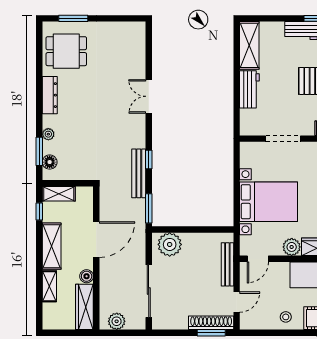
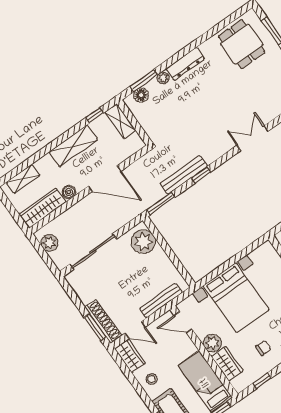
dresser: (50, 95) -> (185, 64), moved
shelving: (49, 286) -> (23, 179), moved
wardrobe: (255, 321) -> (130, 356), added

